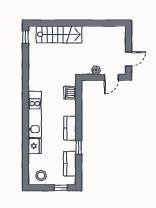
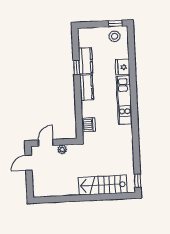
kitchen counter: (70, 164) -> (86, 61), moved
window: (61, 188) -> (115, 23), moved

